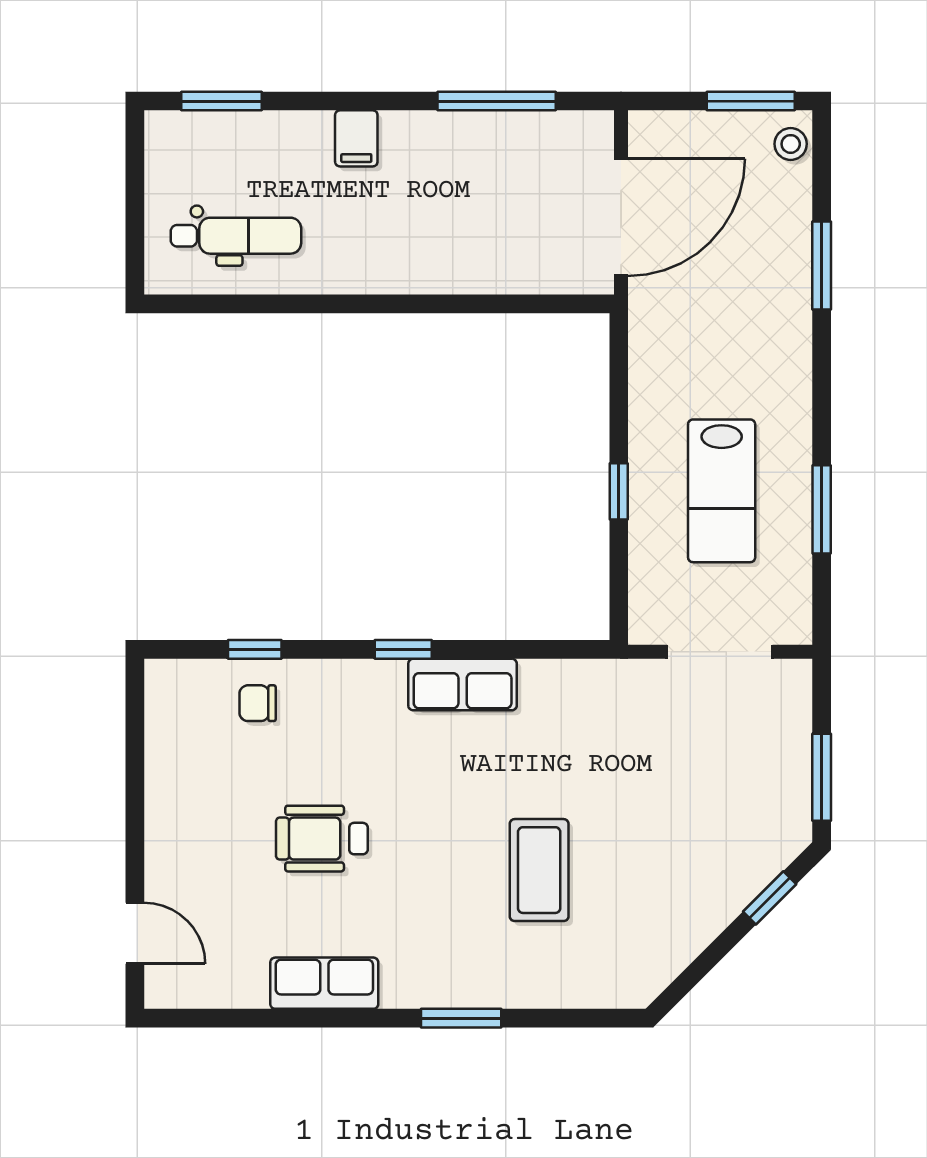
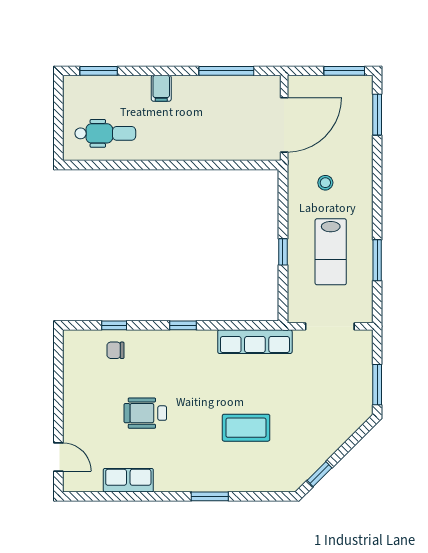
stool: (791, 144) -> (325, 183), moved
window: (822, 265) -> (377, 115), moved
row of seats: (463, 685) -> (255, 342), moved, width x1.48
coffee table: (539, 870) -> (246, 428), turned 90
window: (770, 898) -> (319, 474), moved
row of seats: (324, 983) -> (128, 480), moved

